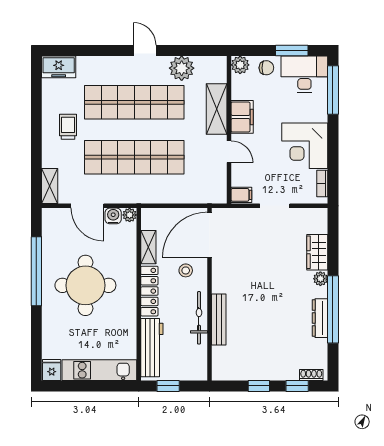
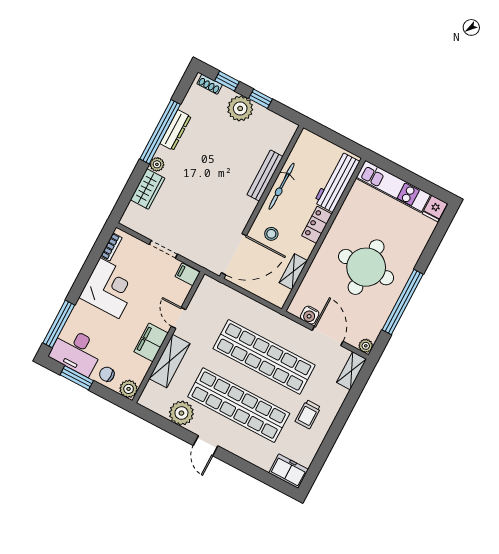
plant: (130, 215) -> (366, 346), moved
locker: (149, 291) -> (317, 225), width x0.66
plant: (272, 368) -> (240, 108), added
window: (168, 386) -> (340, 141), removed

